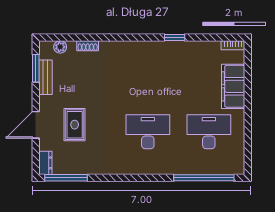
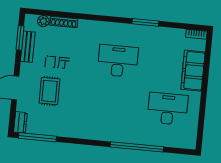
window: (175, 37) -> (145, 22), width x1.50
shoe rack: (88, 46) -> (64, 22), width x1.43
desk: (148, 132) -> (118, 61), moved
window: (204, 178) -> (137, 147), moved

